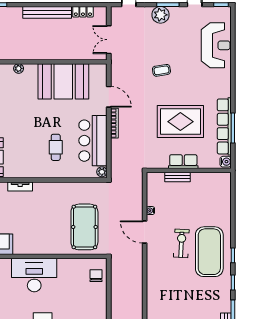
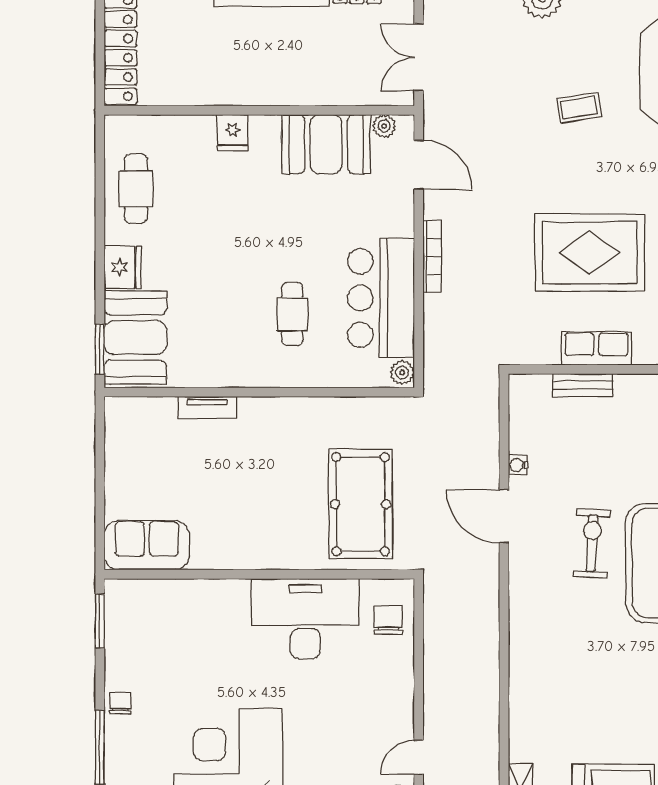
plant: (19, 68) -> (384, 126), moved
coffee table: (161, 70) -> (579, 108), moved
fridge: (31, 71) -> (233, 133), added
booth: (63, 81) -> (326, 144), width x0.73, depth x0.70
door: (109, 97) -> (419, 165), moved
desk: (34, 275) -> (305, 619), moved

